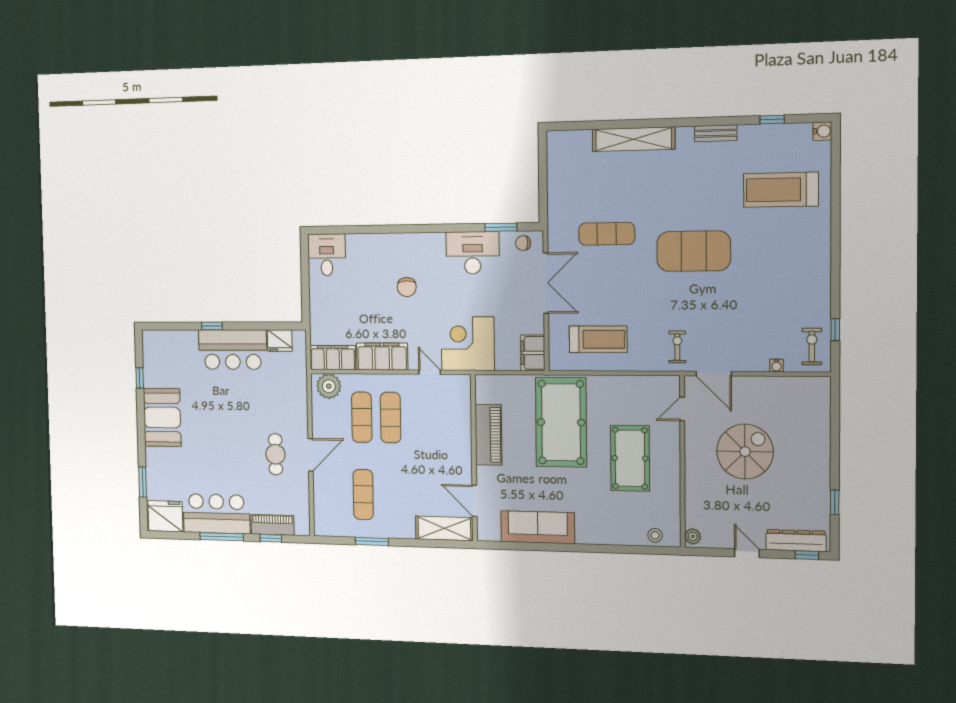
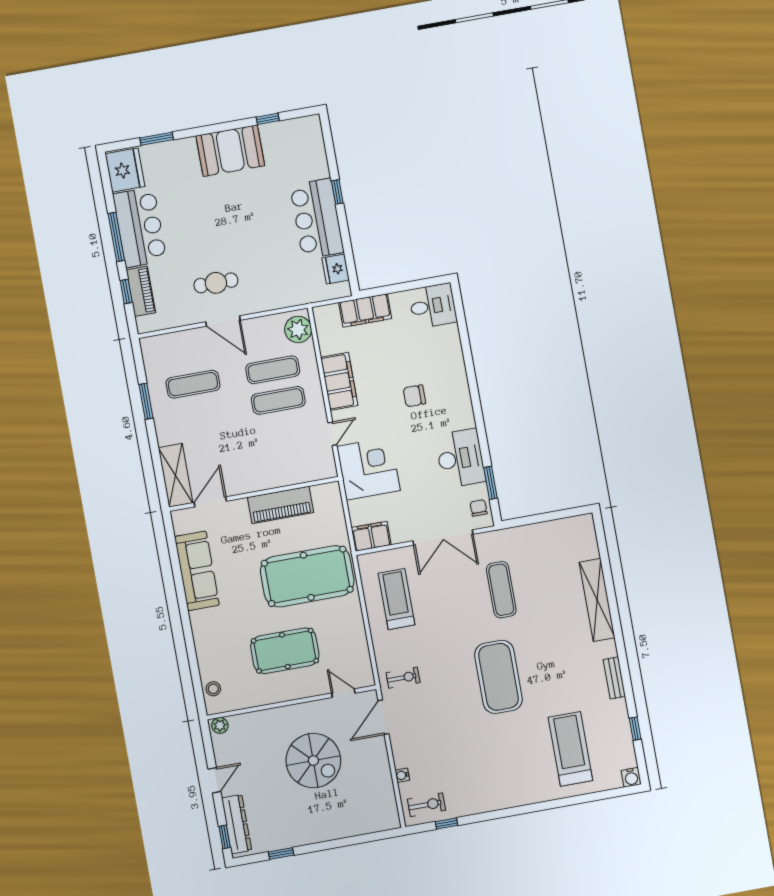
treadmill: (598, 339) -> (396, 599), turned 180
filing cabinet: (333, 358) -> (365, 310), moved, turned 90

